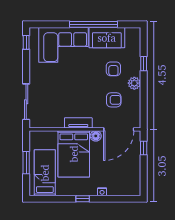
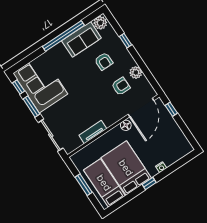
plant: (132, 34) -> (100, 23), added
corner sofa: (63, 45) -> (40, 84), moved, turned -90
window: (26, 66) -> (31, 106), added
plant: (134, 83) -> (136, 72), moved
tv unit: (78, 123) -> (93, 132), moved
bed: (74, 154) -> (126, 168), moved, turned 180

